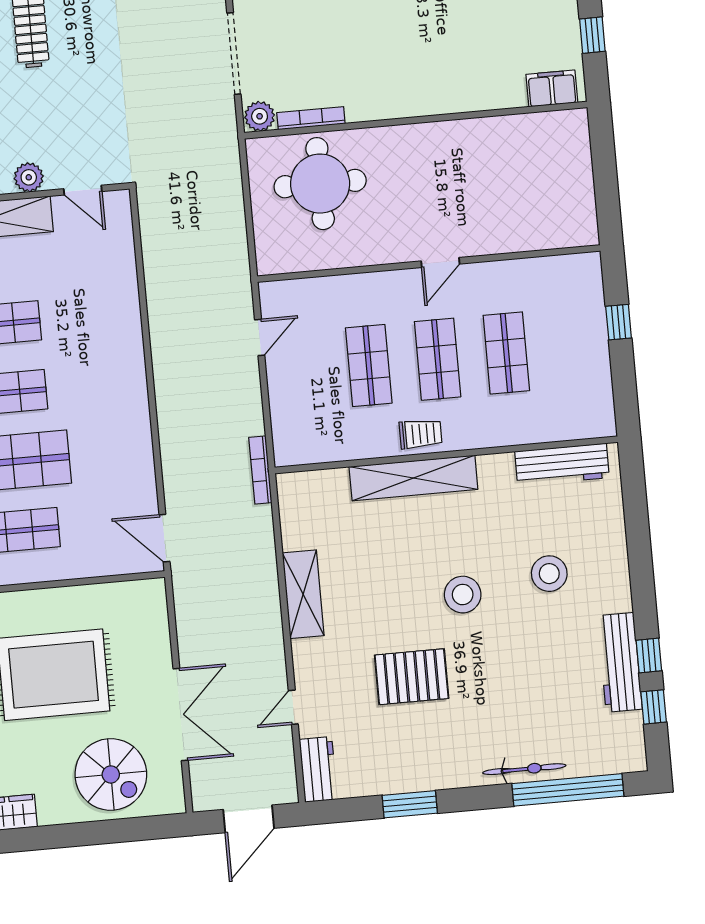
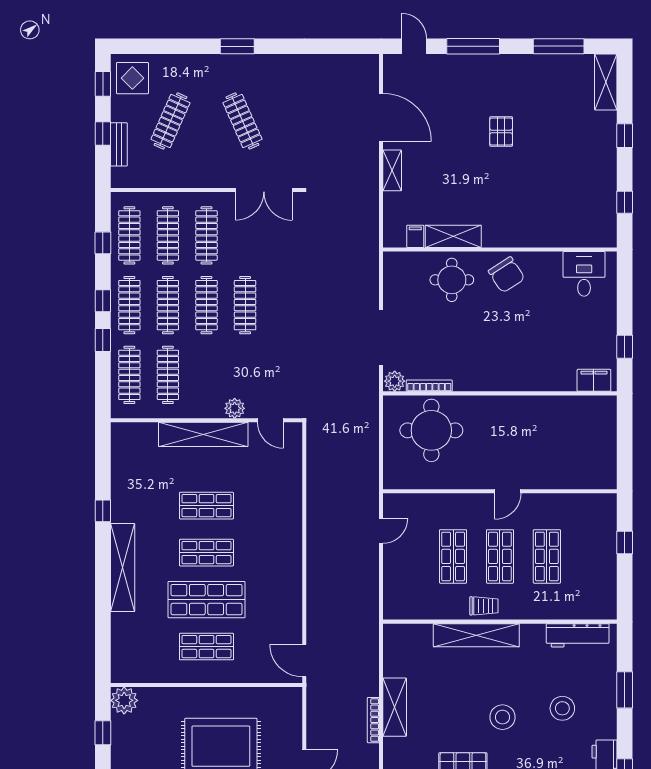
bookcase: (260, 470) -> (373, 720), moved
window: (638, 538) -> (625, 690), added

